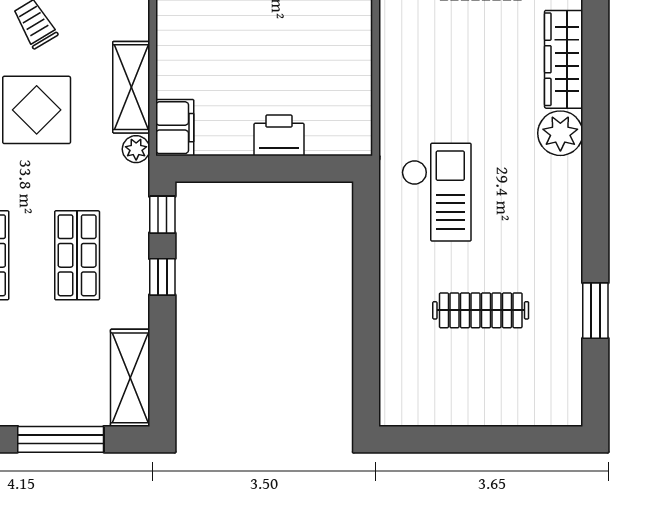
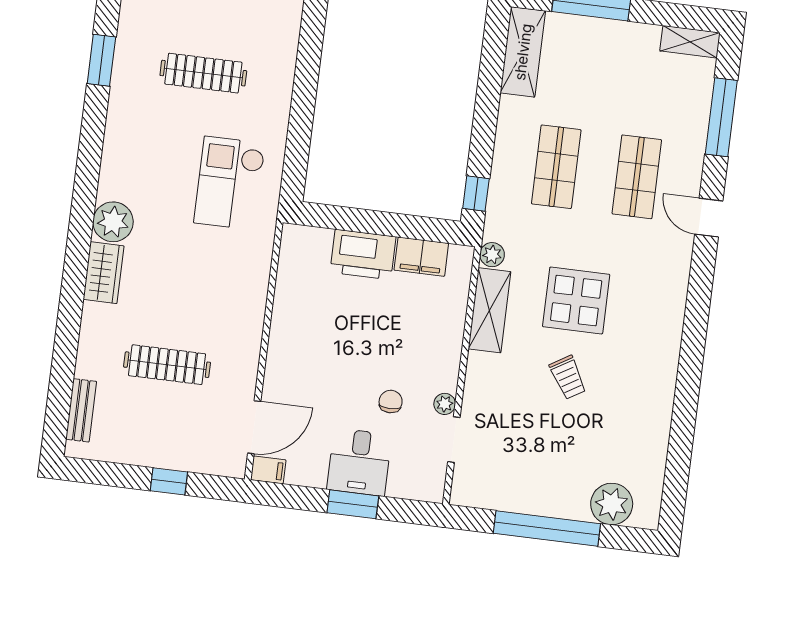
wardrobe: (564, 59) -> (104, 273), width x0.67
filing cabinet: (175, 128) -> (421, 257), moved, turned -90
printer: (279, 135) -> (363, 255), width x1.37, depth x1.19
window: (162, 277) -> (483, 138), removed

